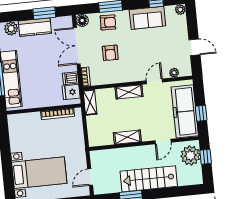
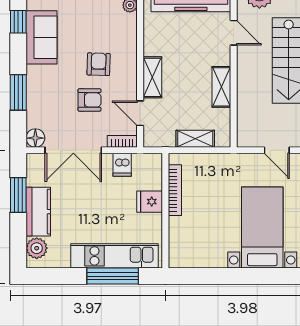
armchair: (108, 22) -> (99, 64), moved
door: (154, 81) -> (140, 113), moved
fridge: (71, 92) -> (150, 202), moved, turned 90
shelving: (90, 102) -> (195, 139), moved

